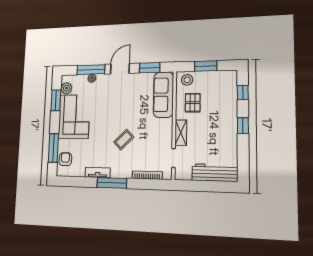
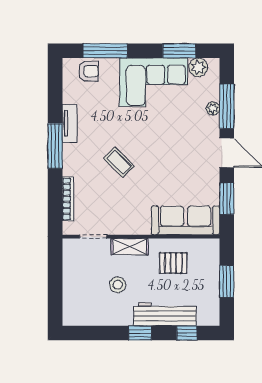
stool: (187, 80) -> (118, 285), moved
workbench: (215, 173) -> (165, 314), moved, turned -90

